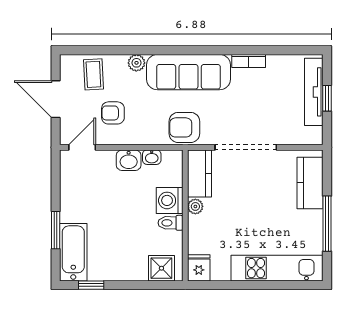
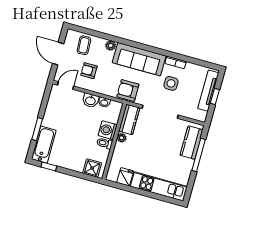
side table: (251, 97) -> (171, 83), added
window: (327, 224) -> (199, 155), moved
fridge: (199, 268) -> (125, 177), moved

